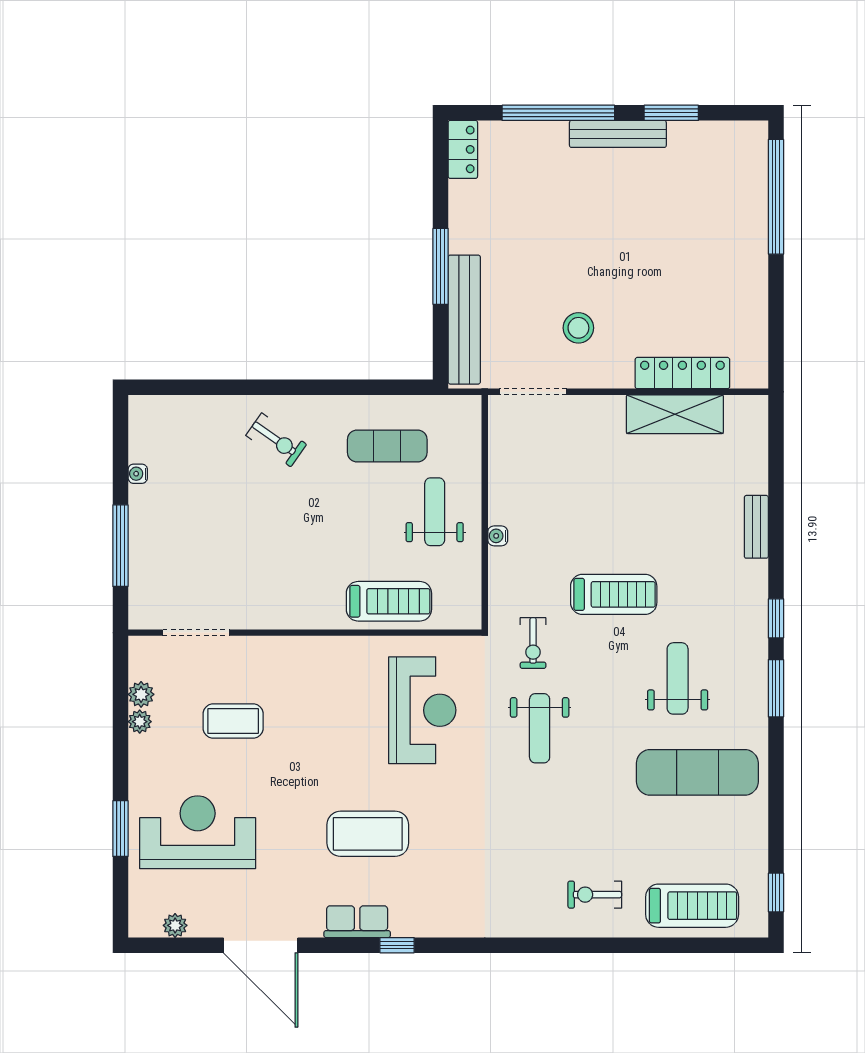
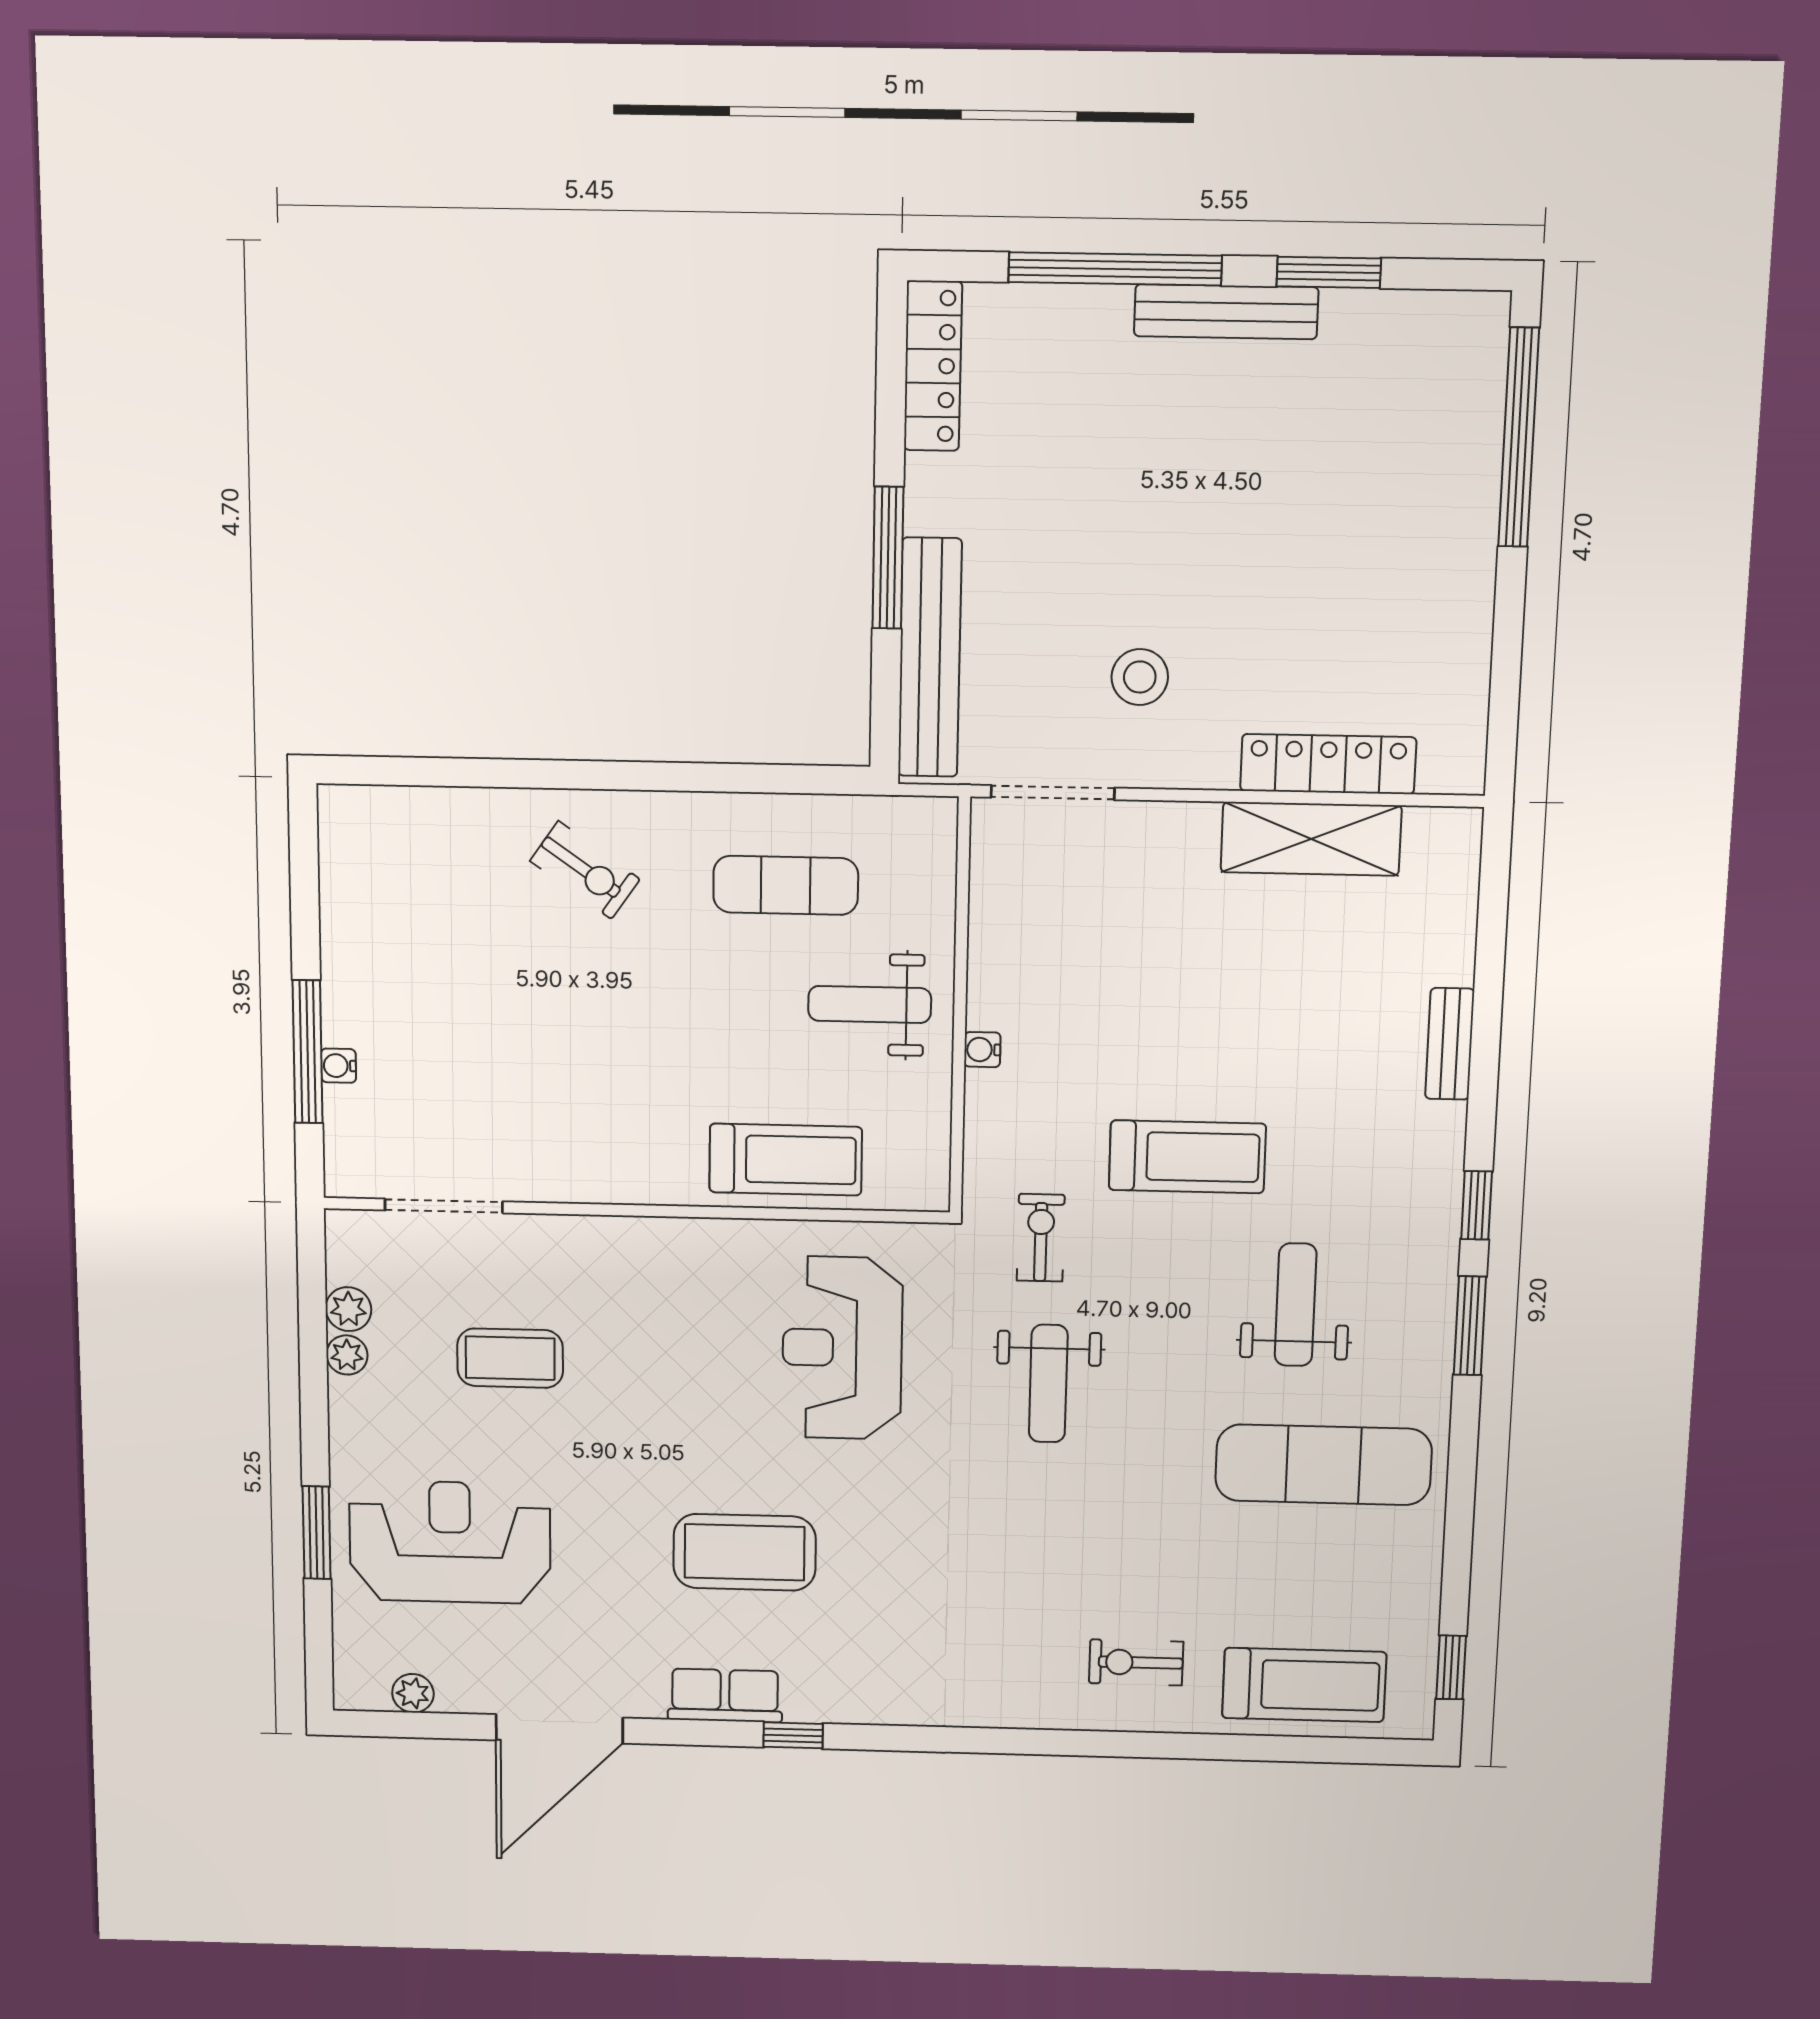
locker: (463, 149) -> (933, 366), width x1.53
water cooler: (138, 474) -> (338, 1066), moved
weight bench: (435, 512) -> (870, 1004), turned -90
exercise bike: (533, 643) -> (1041, 1238), turned 180
reception desk: (422, 710) -> (842, 1348), turned 180
door: (261, 945) -> (559, 1729), hinge flipped

